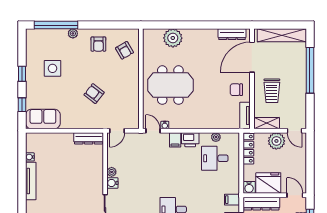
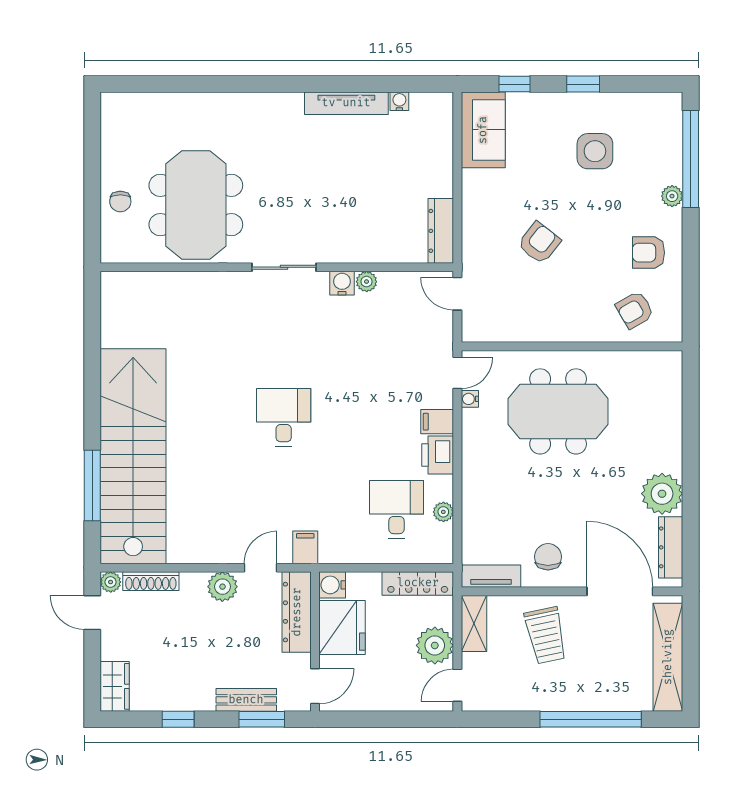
plant: (173, 38) -> (662, 494), moved
meeting table: (170, 85) -> (558, 411), turned 90
trolley: (272, 91) -> (546, 635), turned -102

